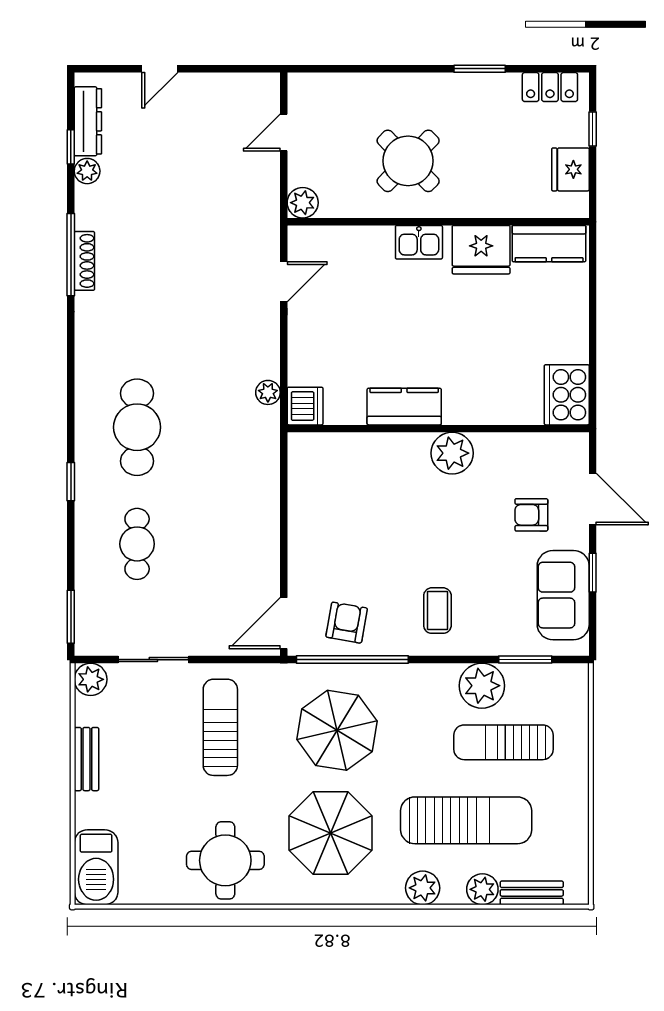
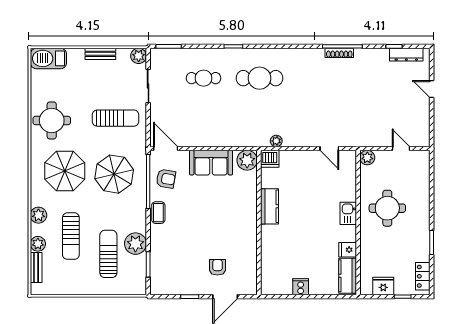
round table: (408, 161) -> (387, 208), turned 45
plant: (87, 171) -> (382, 54), removed
fridge: (481, 250) -> (348, 250), width x0.53, depth x0.75
cooker: (567, 395) -> (301, 287), moved, width x0.53, depth x0.76
plant: (452, 453) -> (247, 160), moved
sofa: (563, 595) -> (211, 163), moved, turned 180
coffee table: (437, 611) -> (158, 213), moved, turned 90
sun lounger: (466, 820) -> (71, 236), width x0.73, depth x0.75

